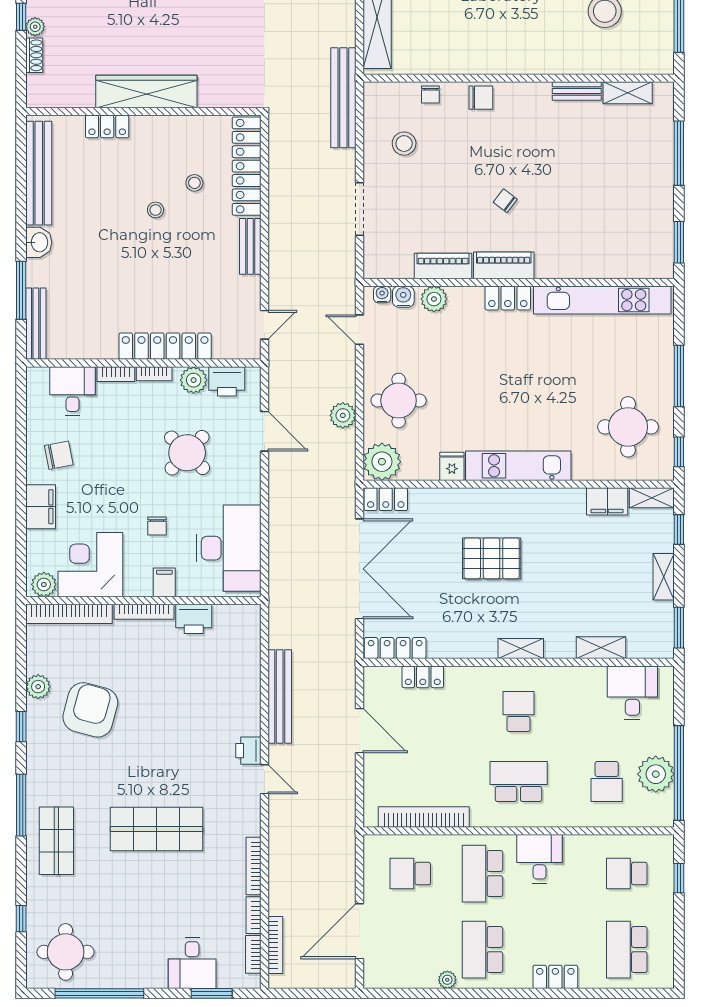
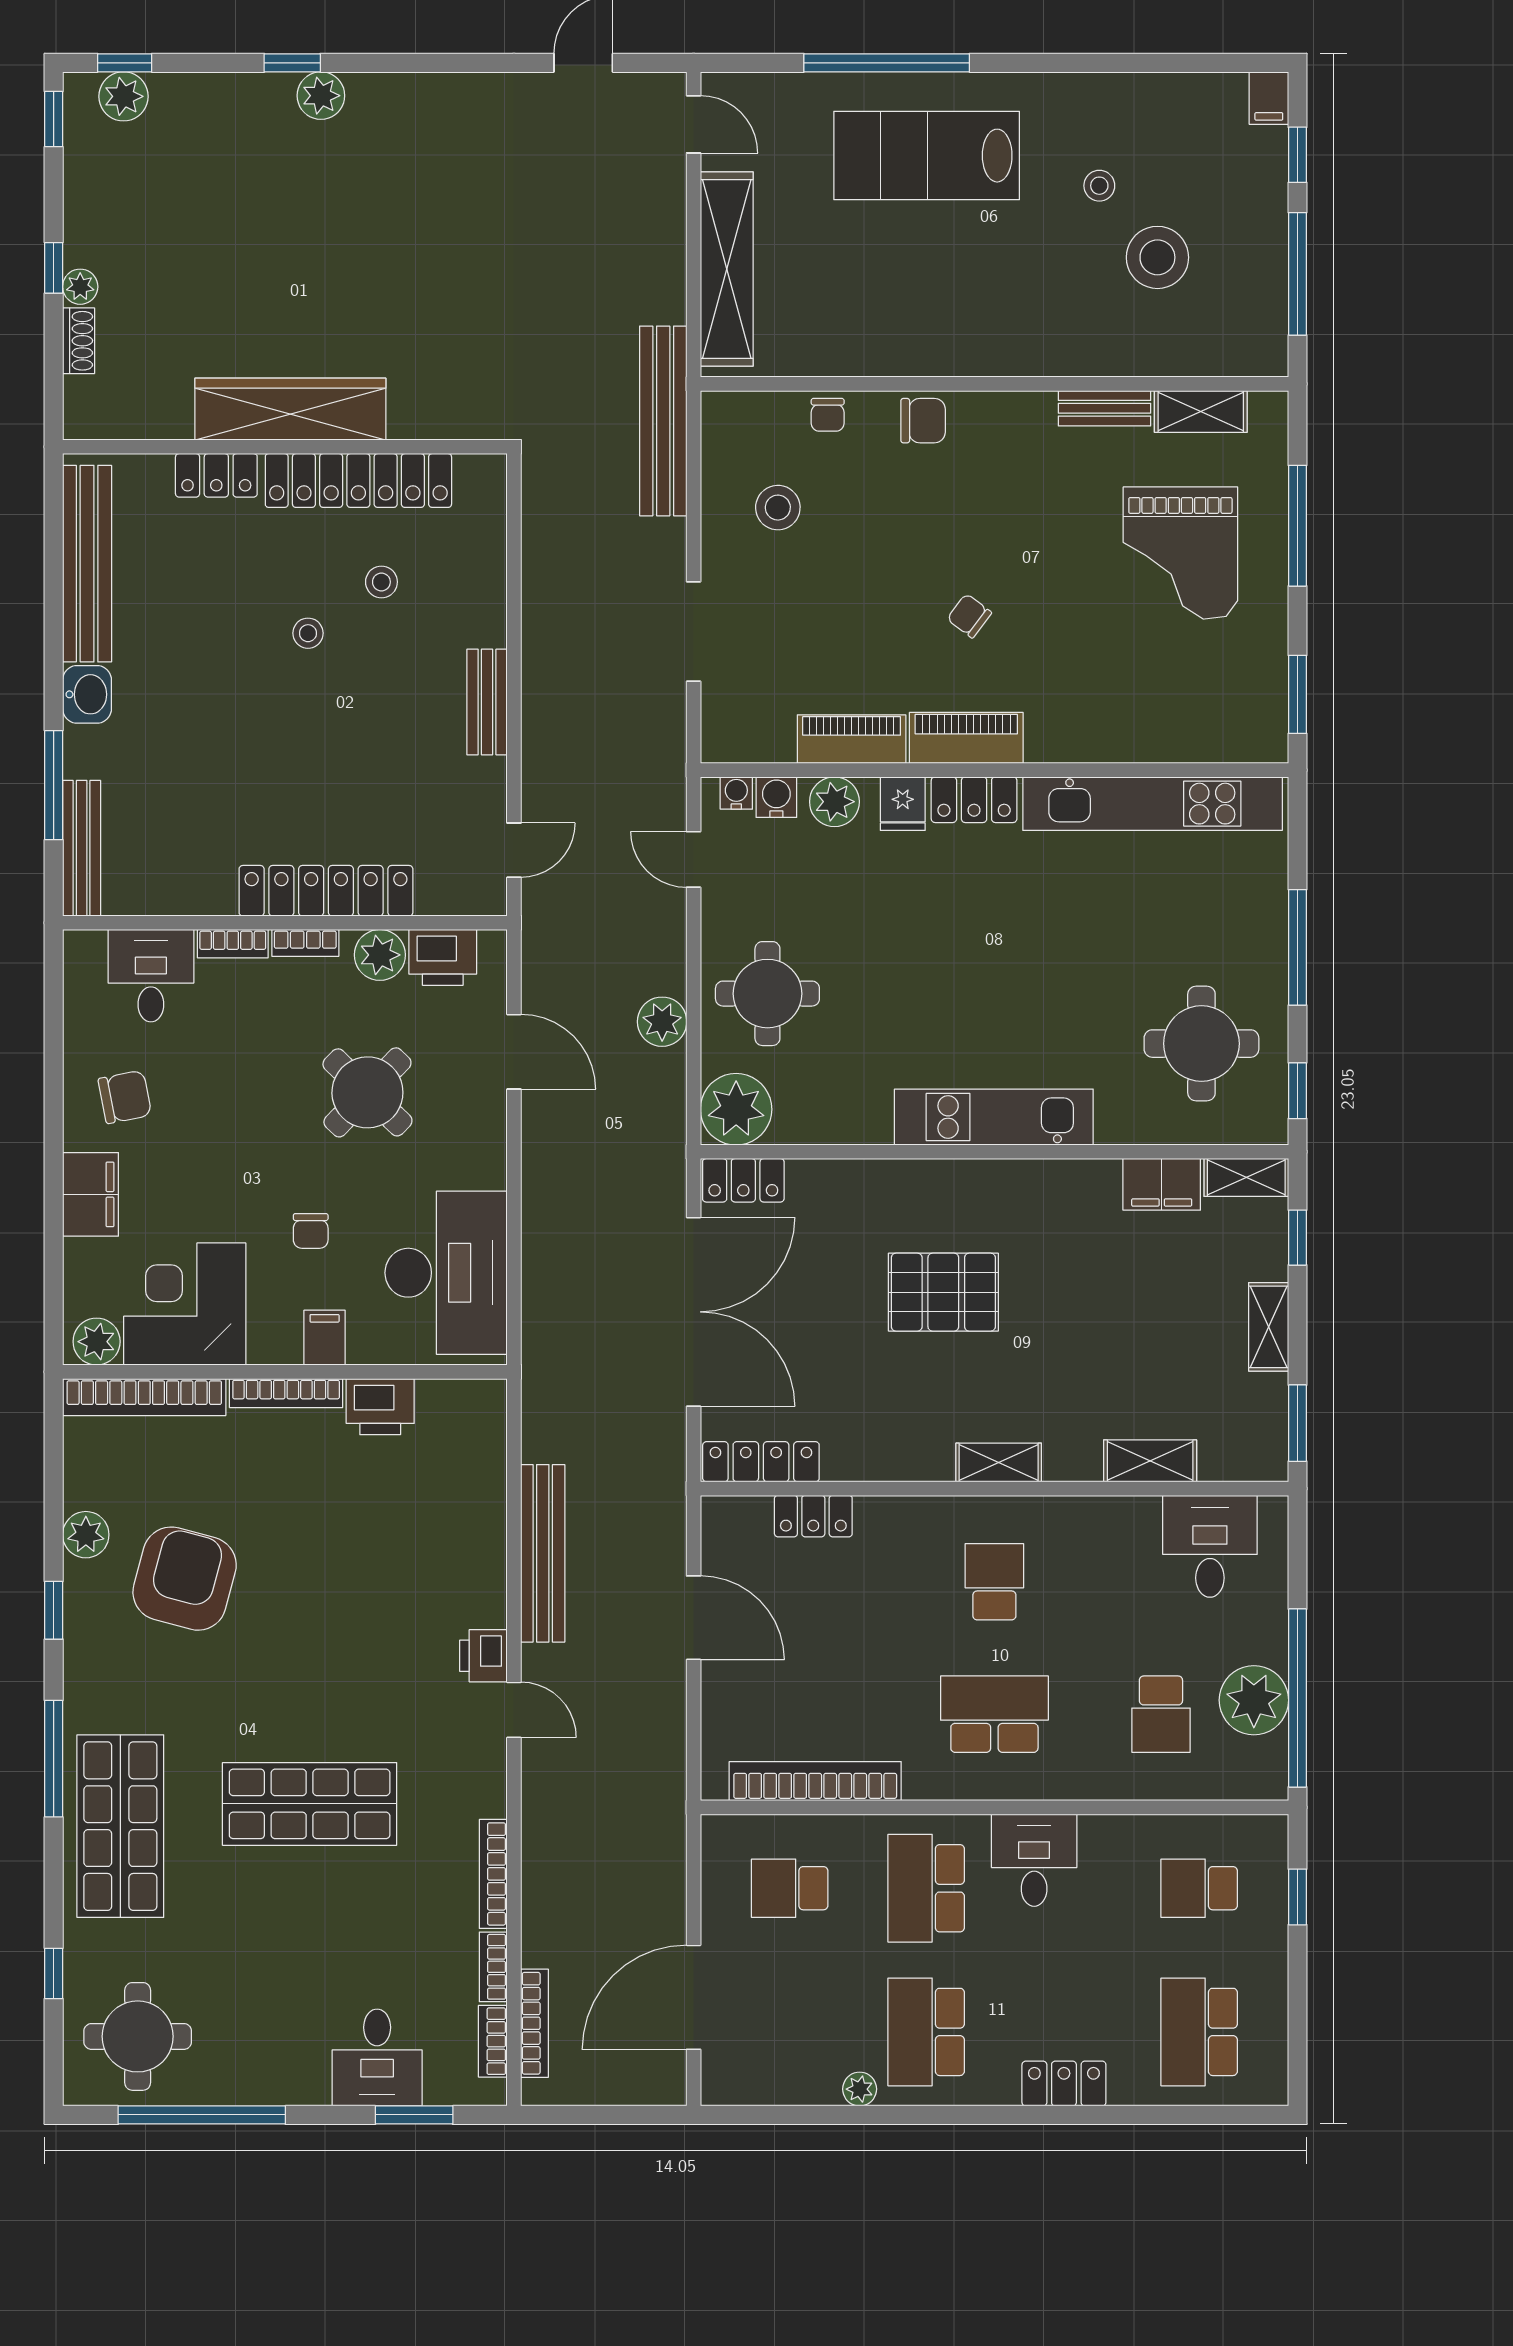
locker: (247, 166) -> (358, 480), moved, turned -90
grand piano: (617, 168) -> (1180, 553), added
fridge: (452, 466) -> (903, 804), moved, turned 180
shop shelf: (56, 841) -> (120, 1826), width x1.43, depth x1.36

